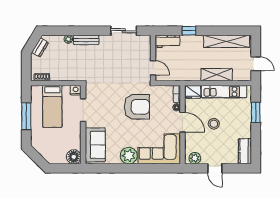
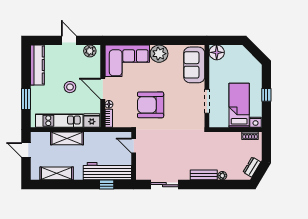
window: (189, 31) -> (107, 185), moved
workbench: (167, 41) -> (107, 171), width x1.88, depth x1.32
shelving: (227, 41) -> (57, 173), width x0.68
nightstand: (76, 90) -> (256, 122), moved
window: (26, 116) -> (266, 95), width x0.46
kitchen counter: (245, 151) -> (37, 65), width x1.50

